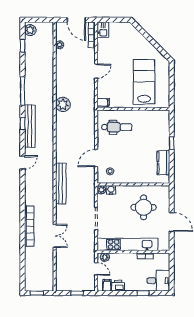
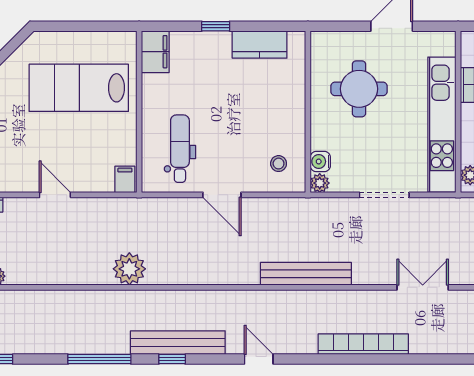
filing cabinet: (160, 116) -> (155, 52), added
door: (96, 158) -> (222, 195), moved
bookcase: (29, 226) -> (363, 344), moved

